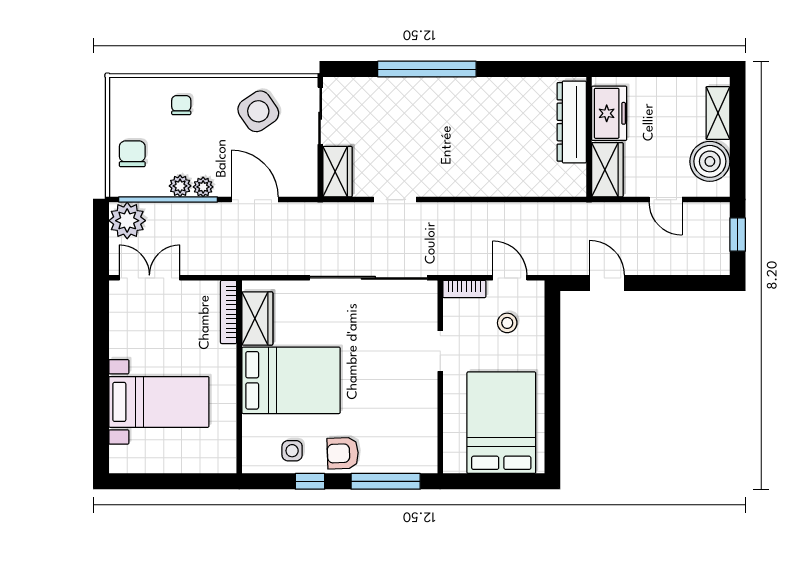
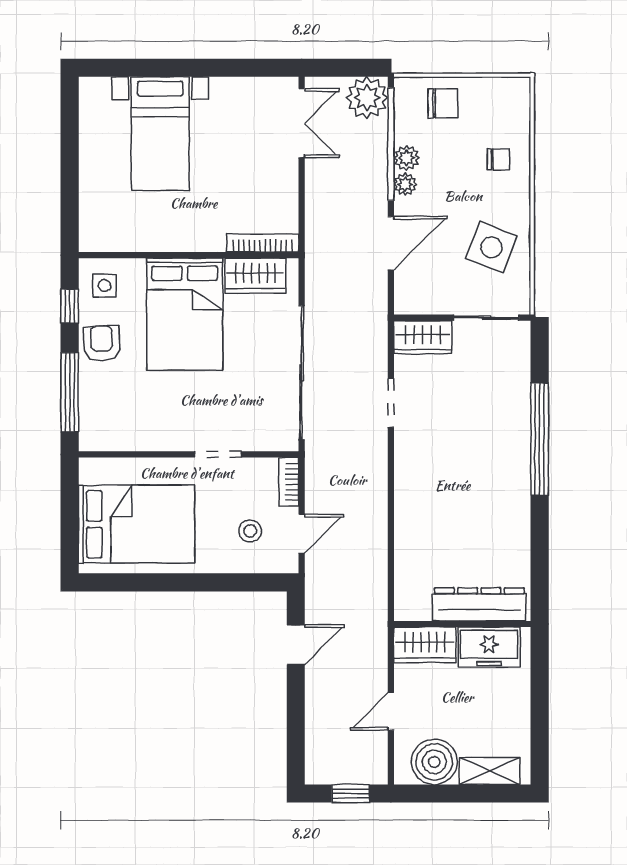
side table: (258, 111) -> (491, 247), turned -35
bookcase: (229, 312) -> (263, 243), moved
wardrobe: (257, 318) -> (255, 276), moved
wall: (239, 377) -> (189, 255), moved
bed: (291, 380) -> (185, 314), moved

